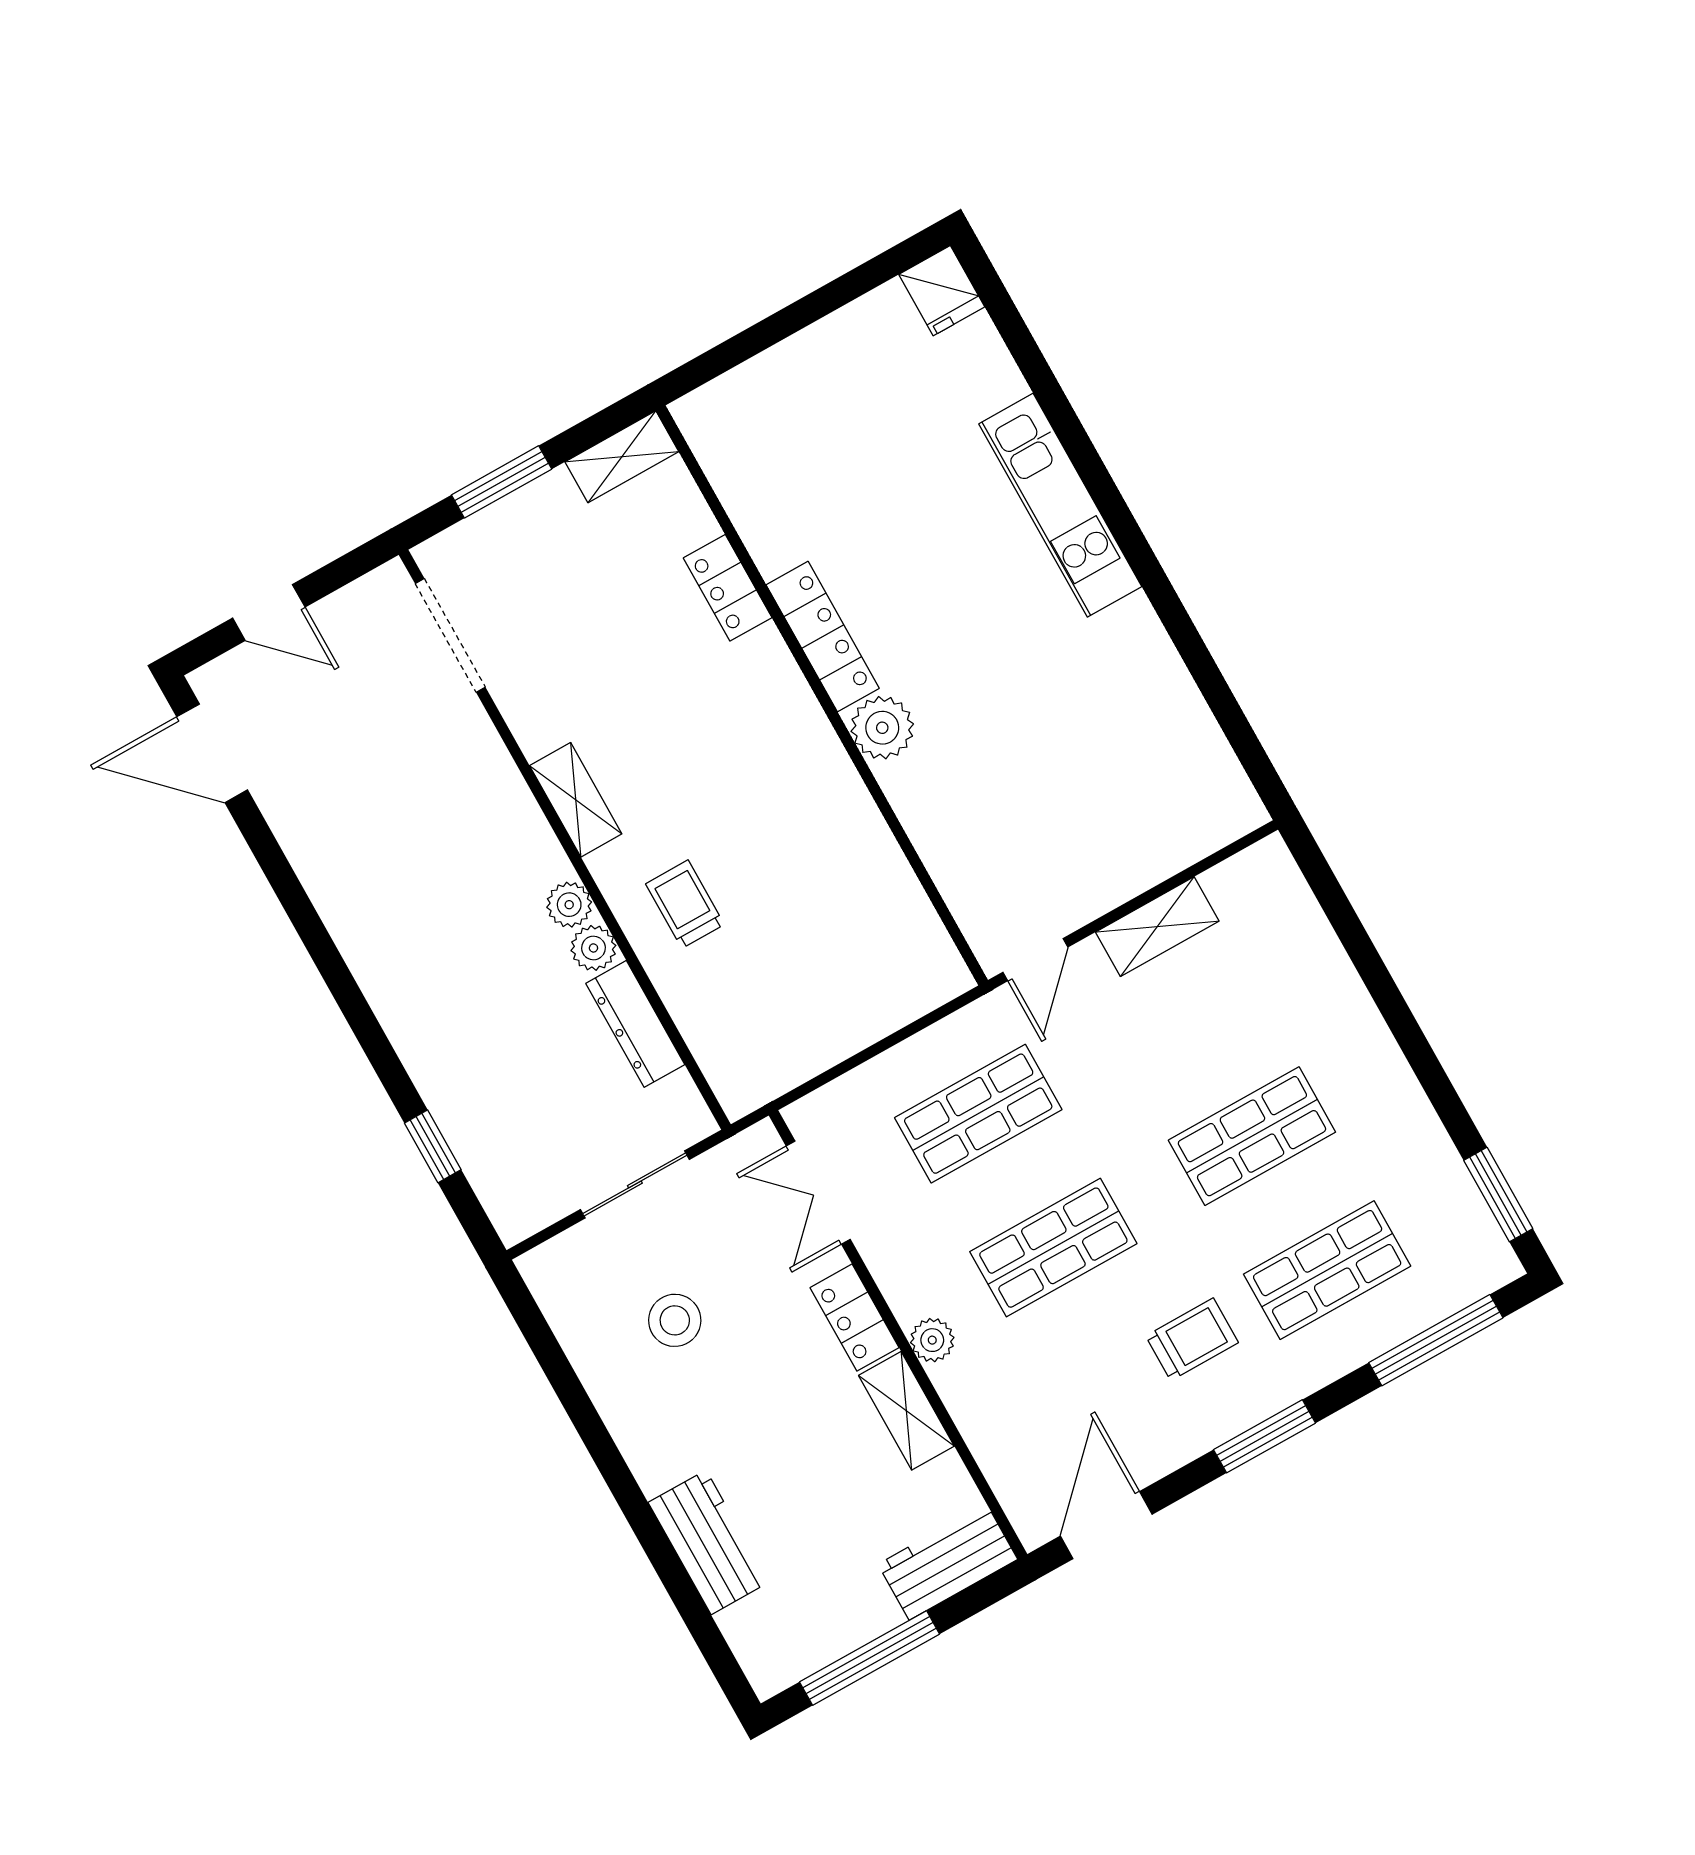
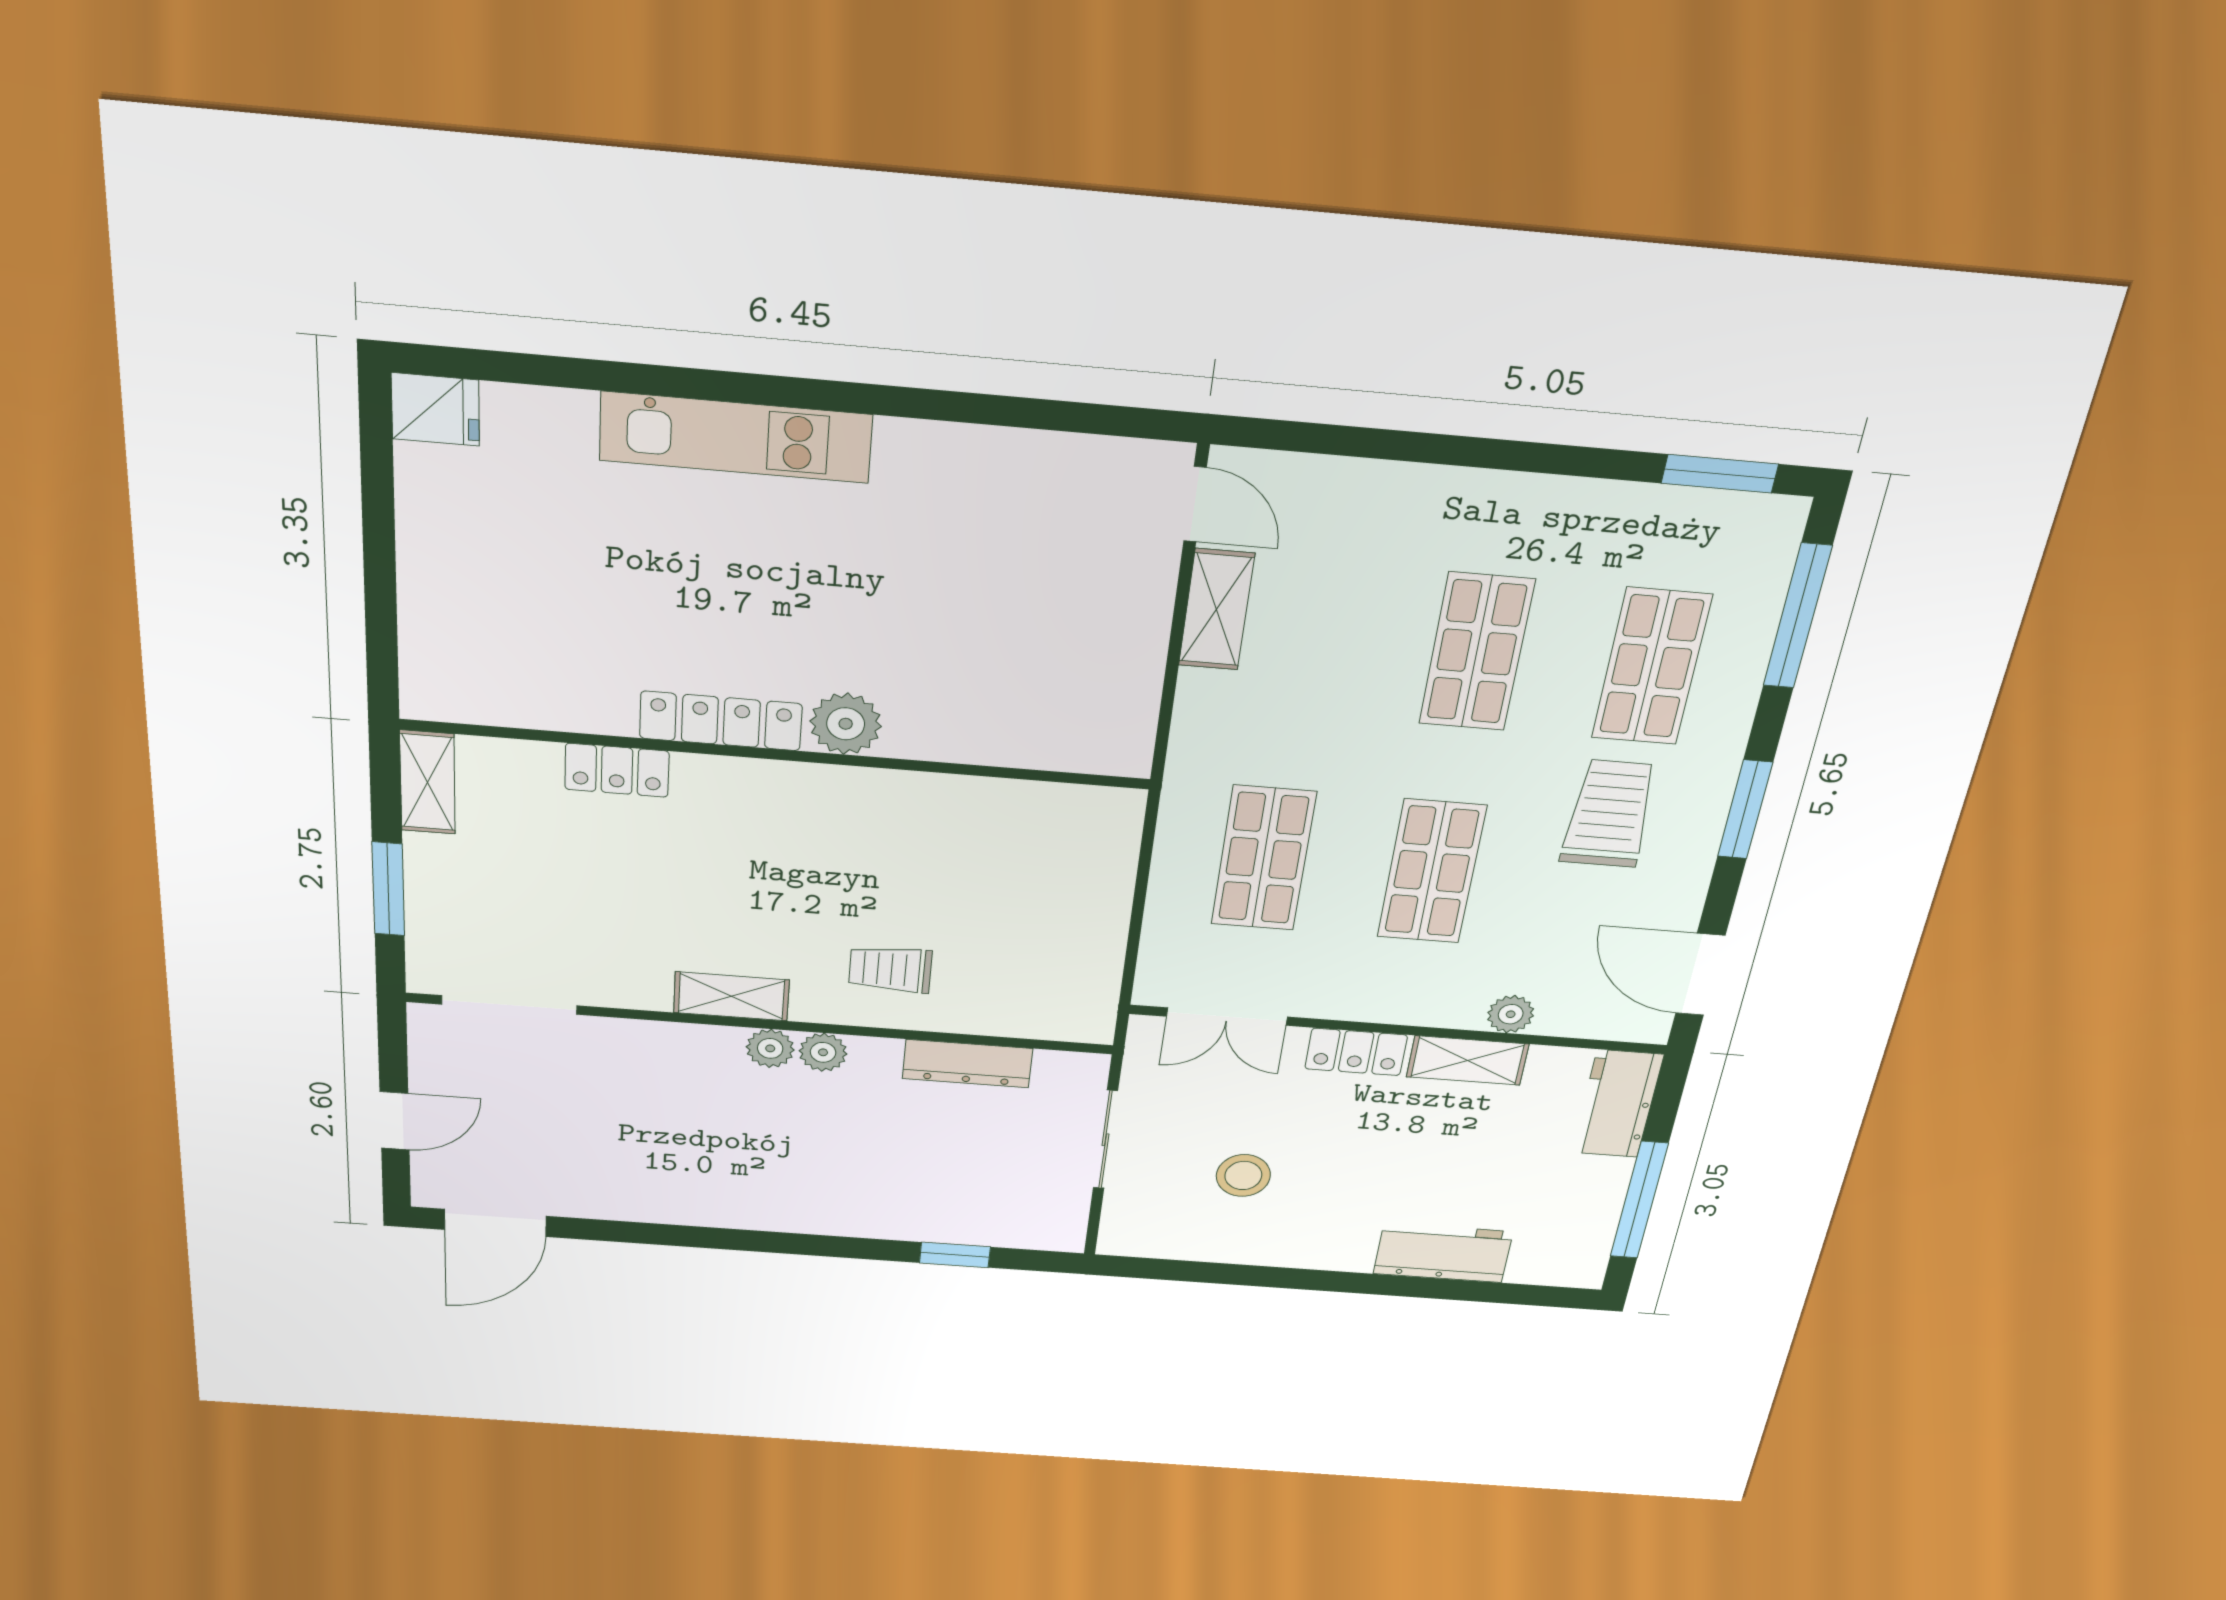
plant: (593, 948) -> (770, 1048), moved
door: (1035, 960) -> (1195, 504), moved
trolley: (1192, 1339) -> (1609, 814), width x1.36, depth x1.39
plant: (932, 1340) -> (1511, 1014), moved

